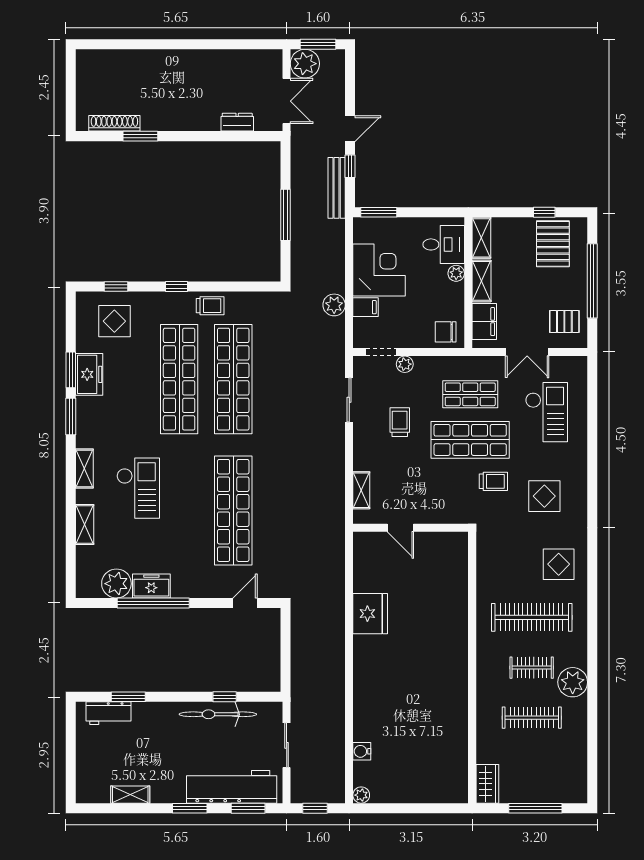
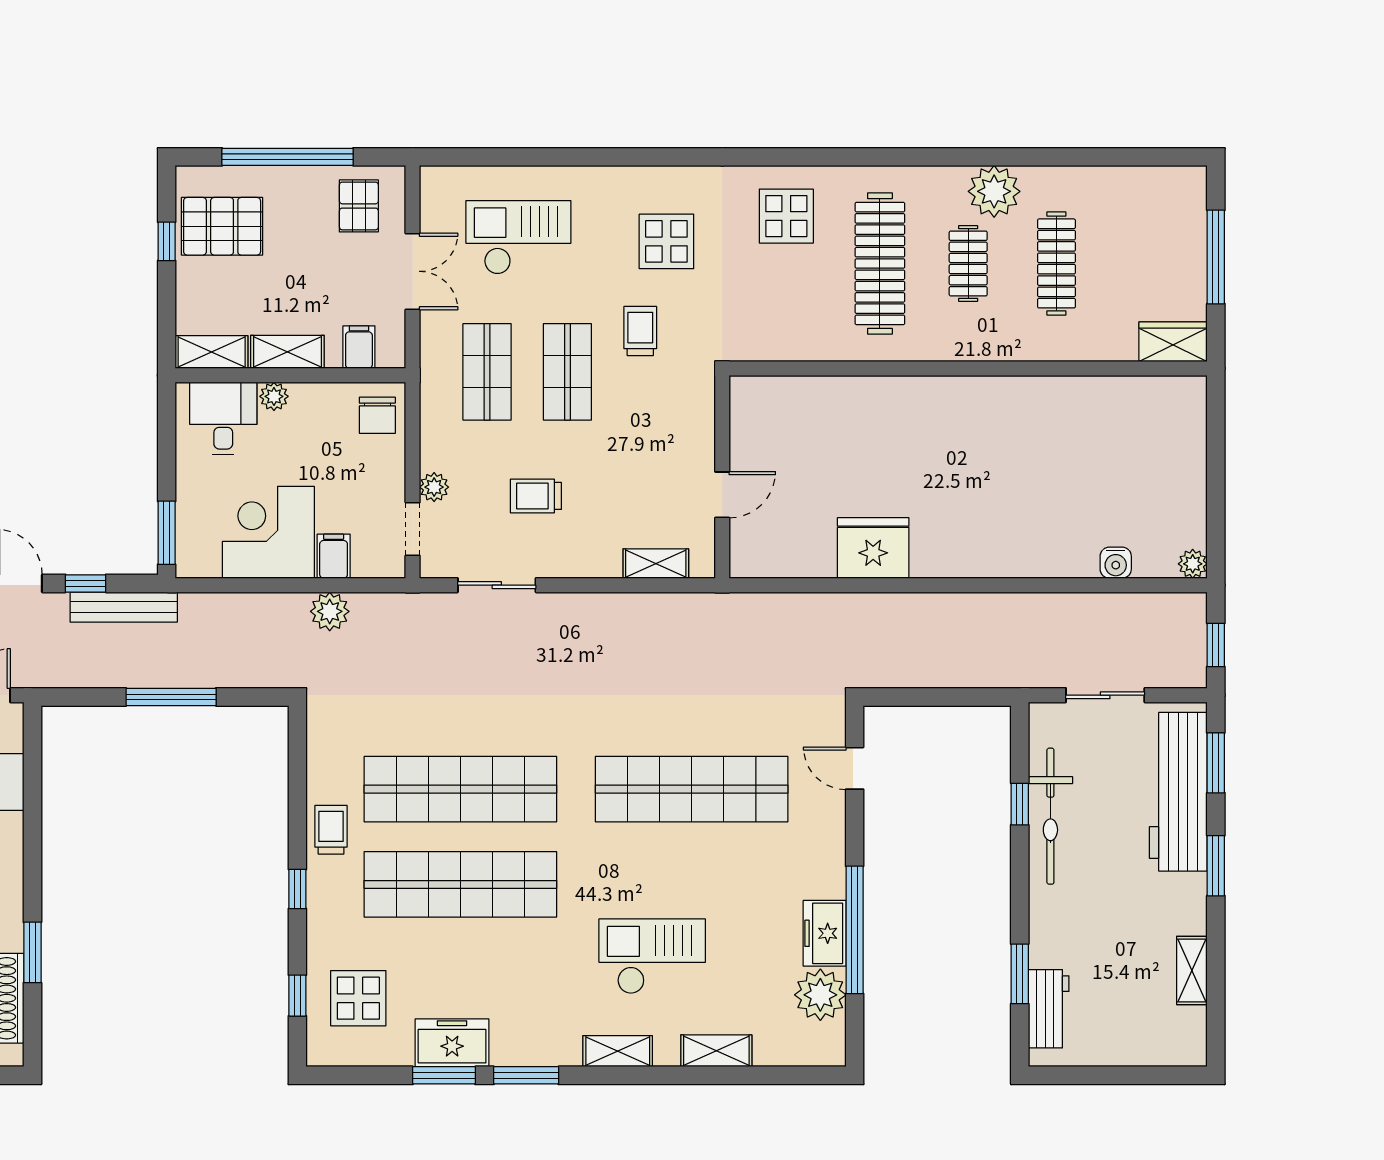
filing cabinet: (484, 322) -> (359, 347), width x0.50
shop shelf: (470, 440) -> (567, 372), width x0.70, depth x0.74

